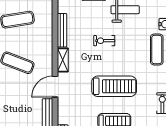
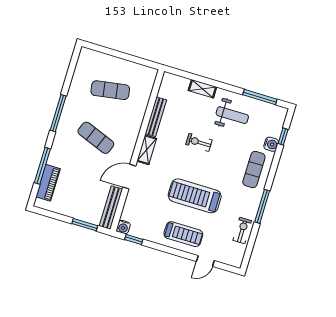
treadmill: (114, 86) -> (195, 196), turned 180

